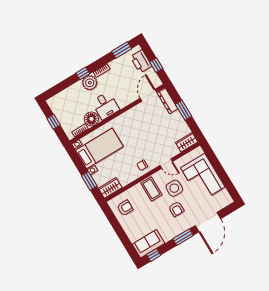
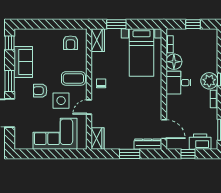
sofa: (148, 244) -> (23, 62), moved

